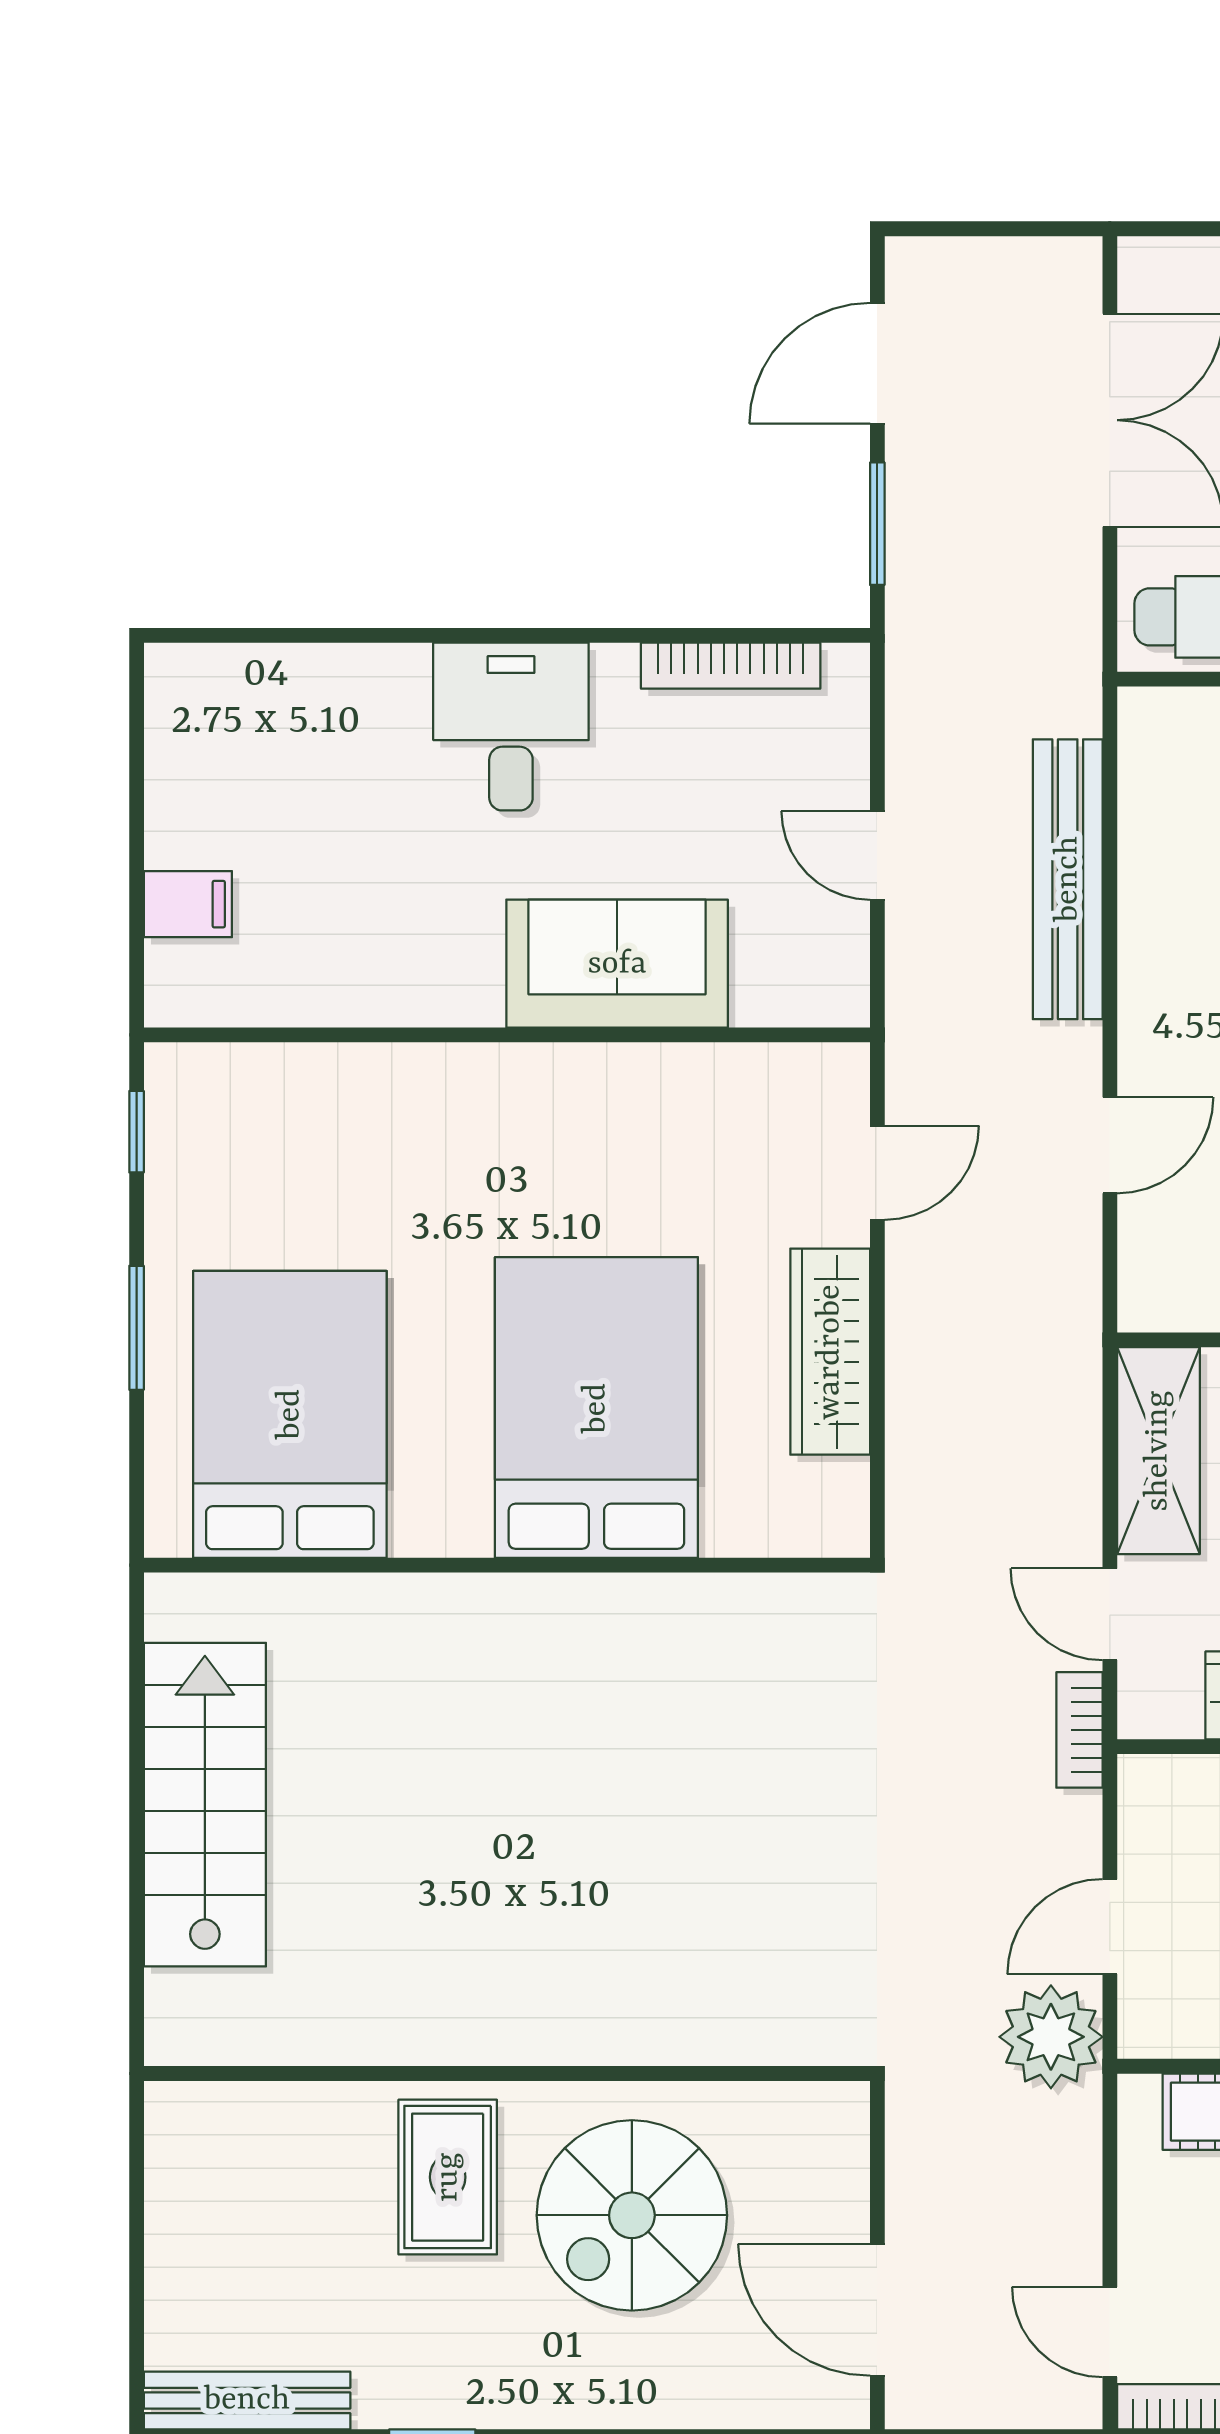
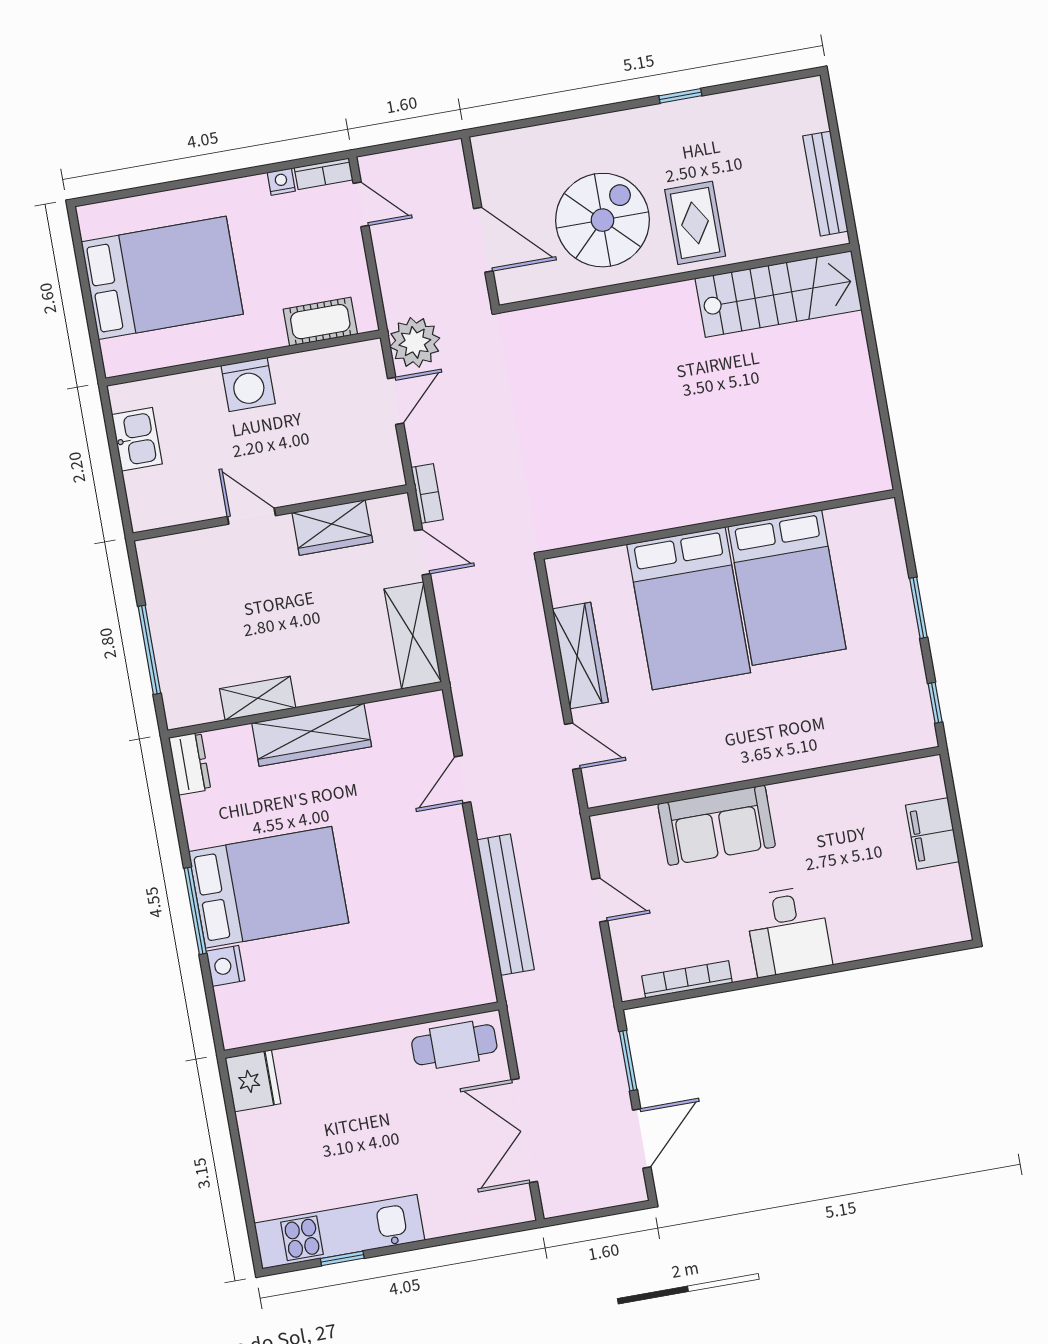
filing cabinet: (188, 904) -> (932, 833), width x2.00
door: (877, 1173) -> (573, 746), swing flipped
bed: (290, 1414) -> (787, 588), moved
stairs: (205, 1805) -> (779, 294), moved, turned -90
door: (877, 2310) -> (483, 240), moved
bench: (247, 2400) -> (825, 184), moved, turned 90

